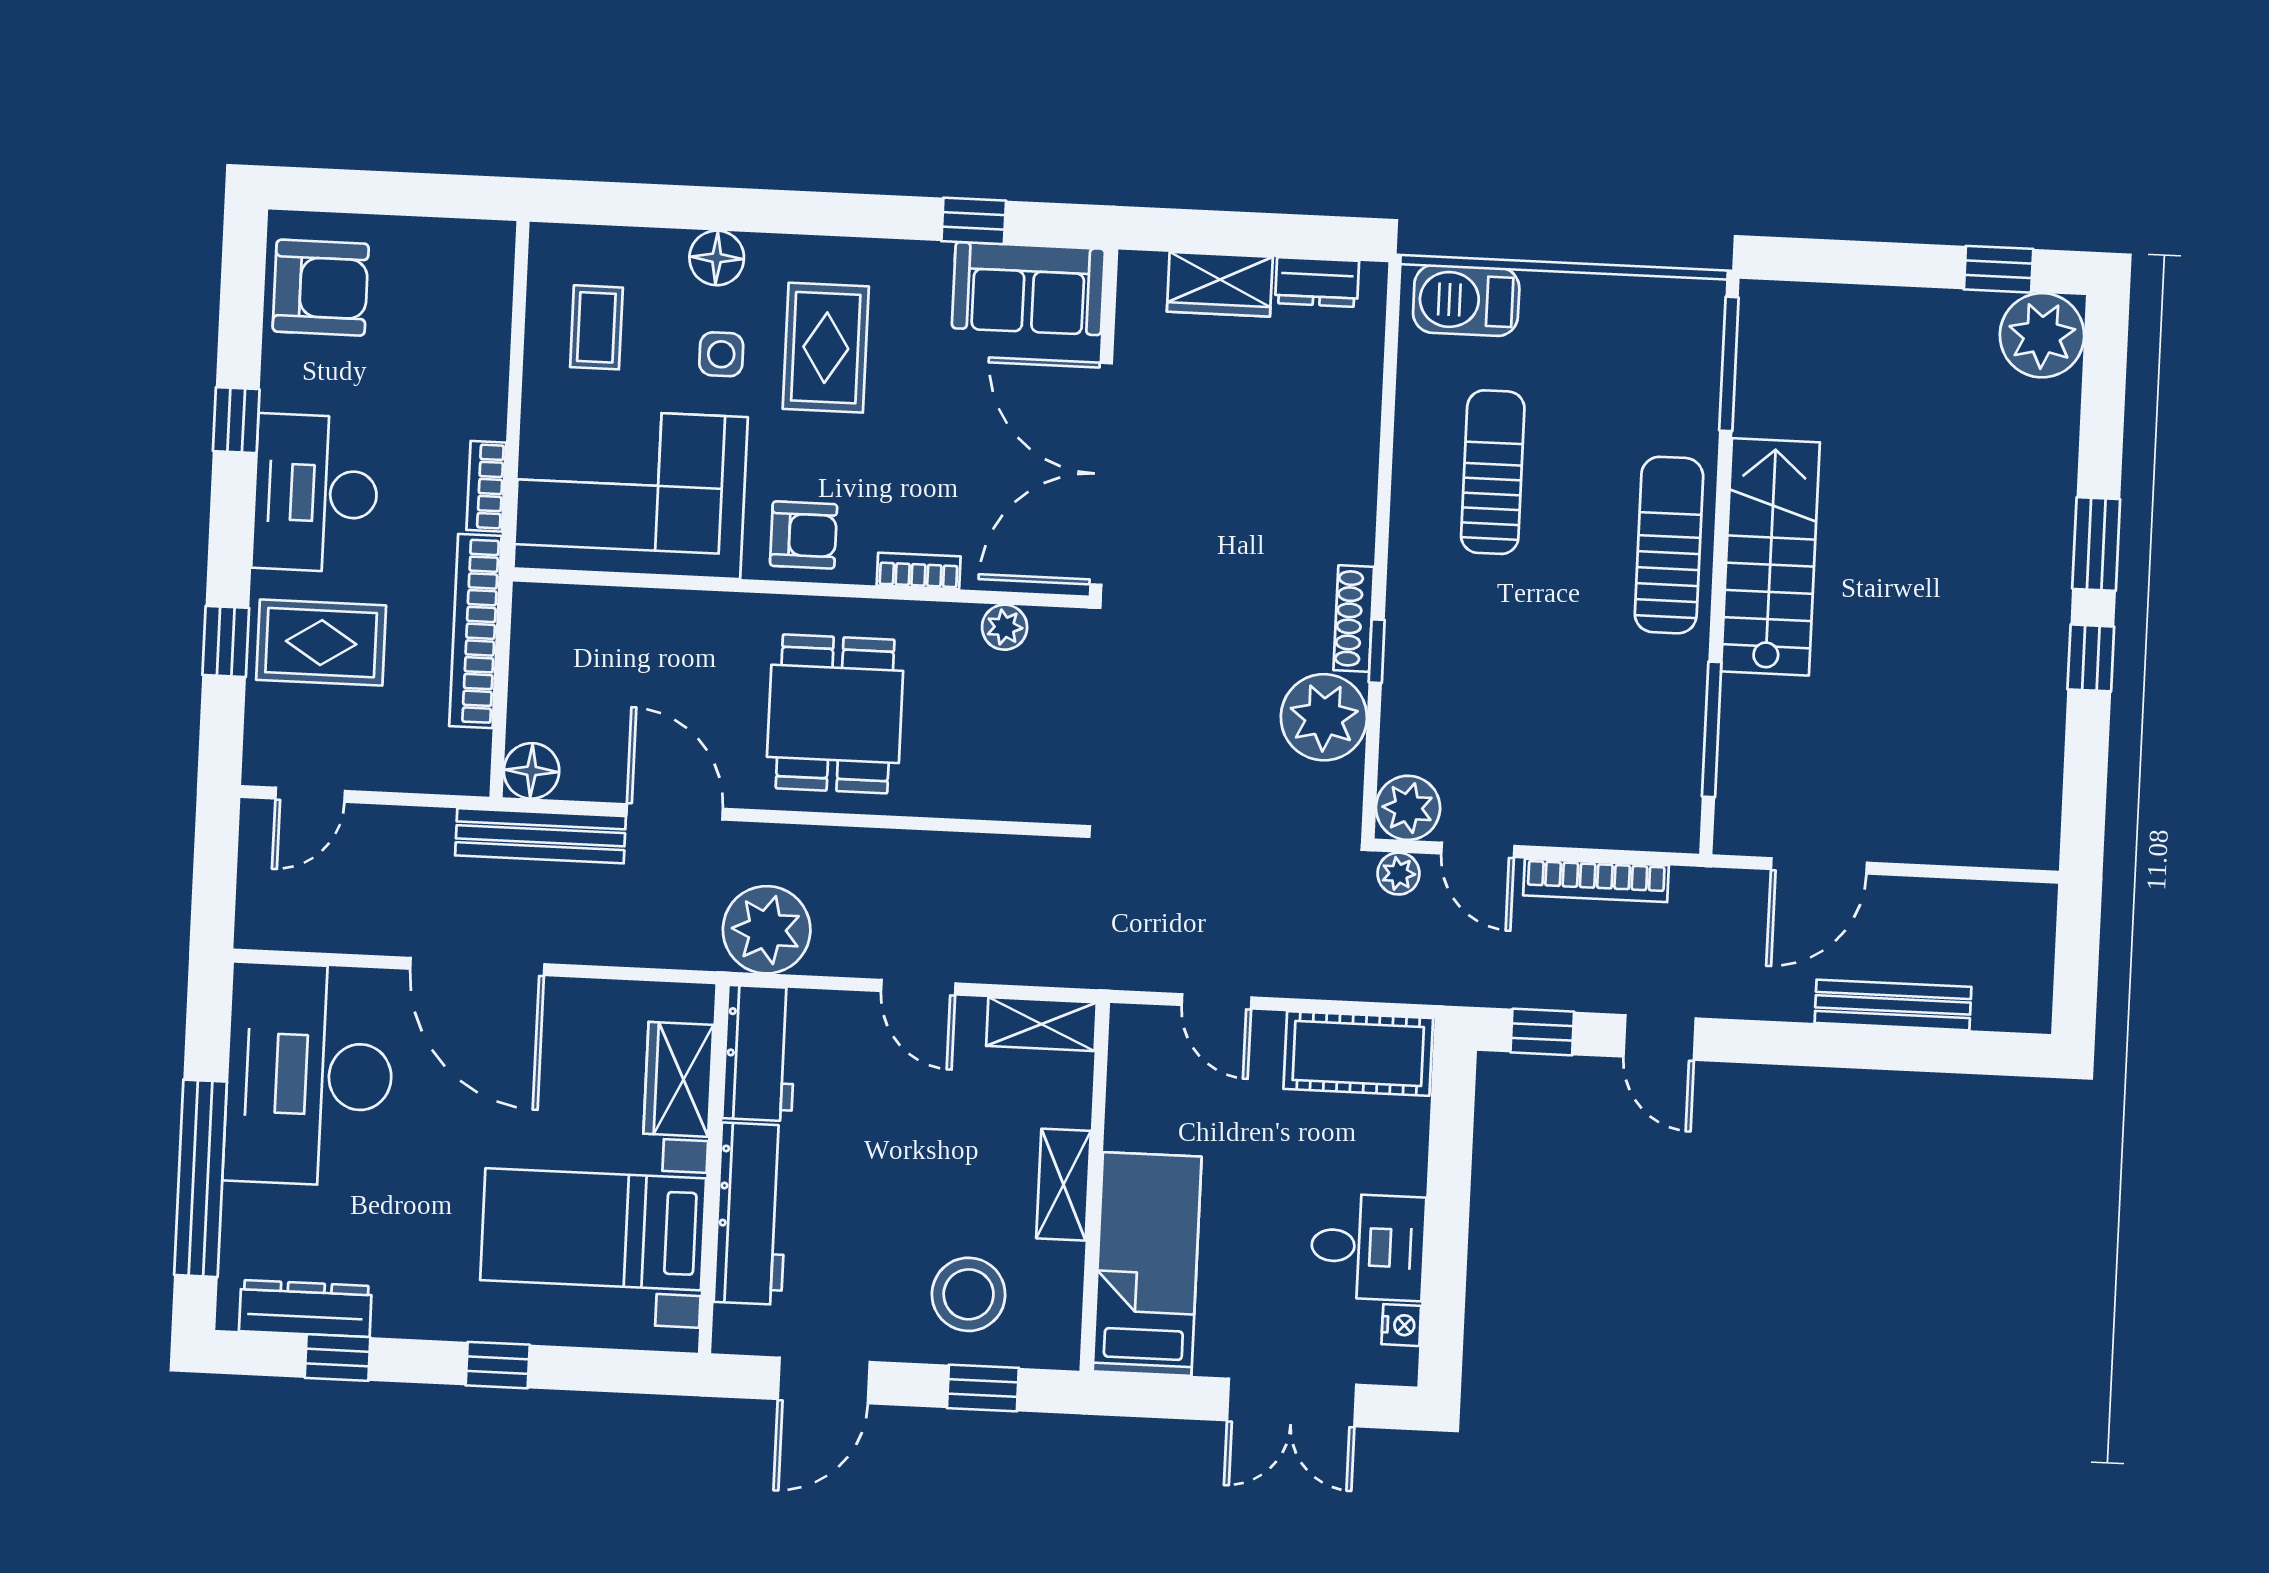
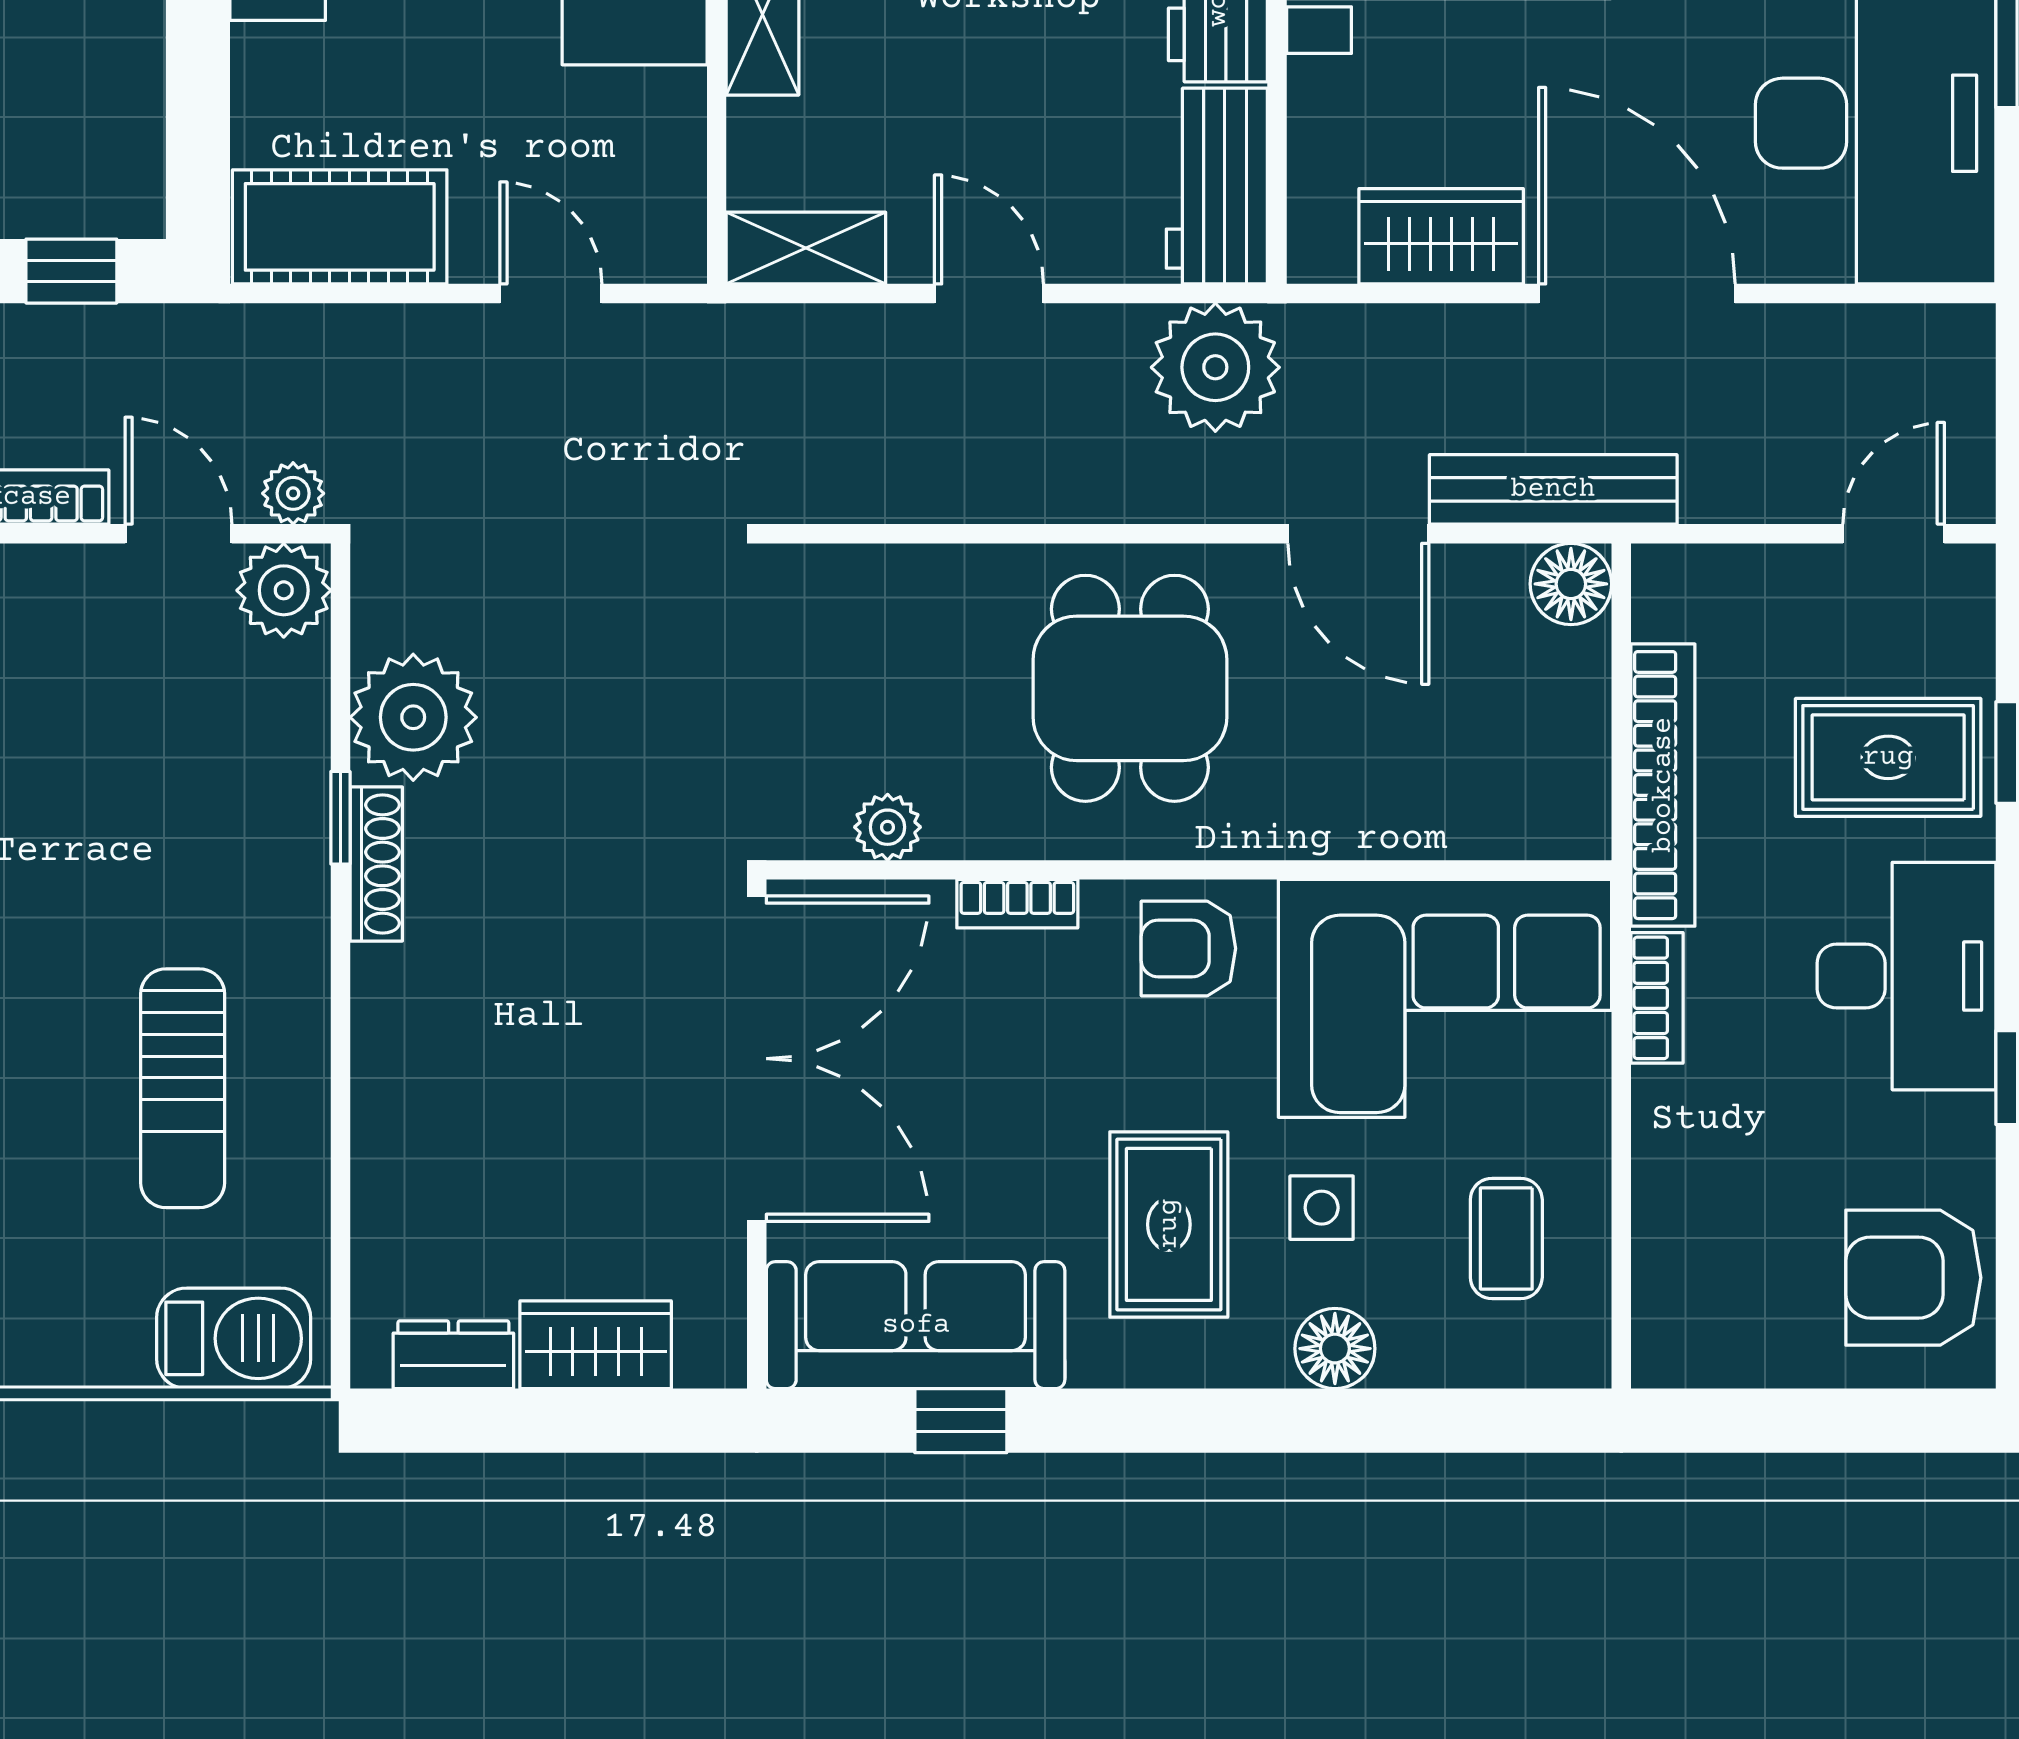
sofa: (1028, 289) -> (916, 1325), width x1.36
wardrobe: (678, 1079) -> (1441, 236), moved, turned -90

